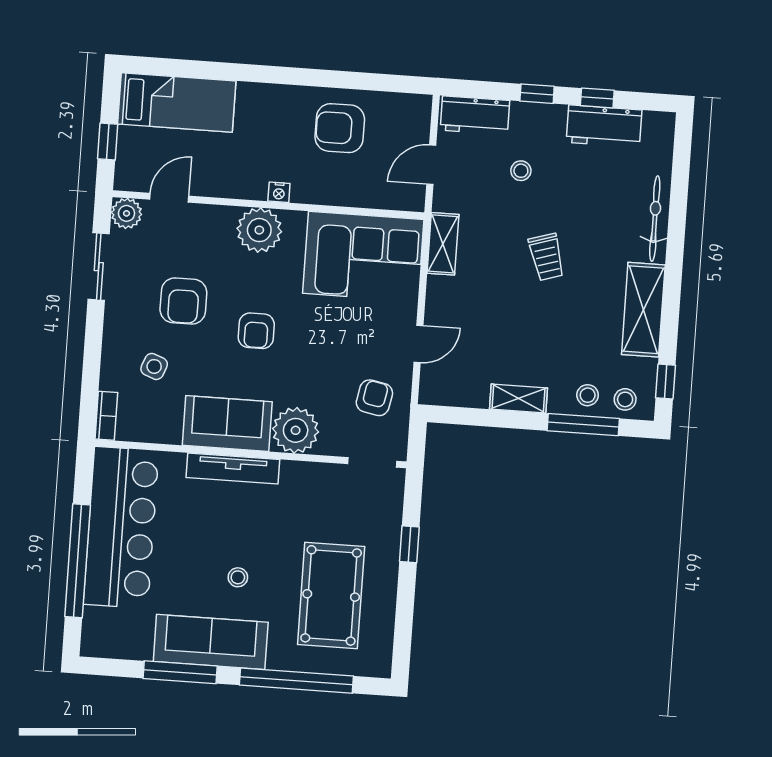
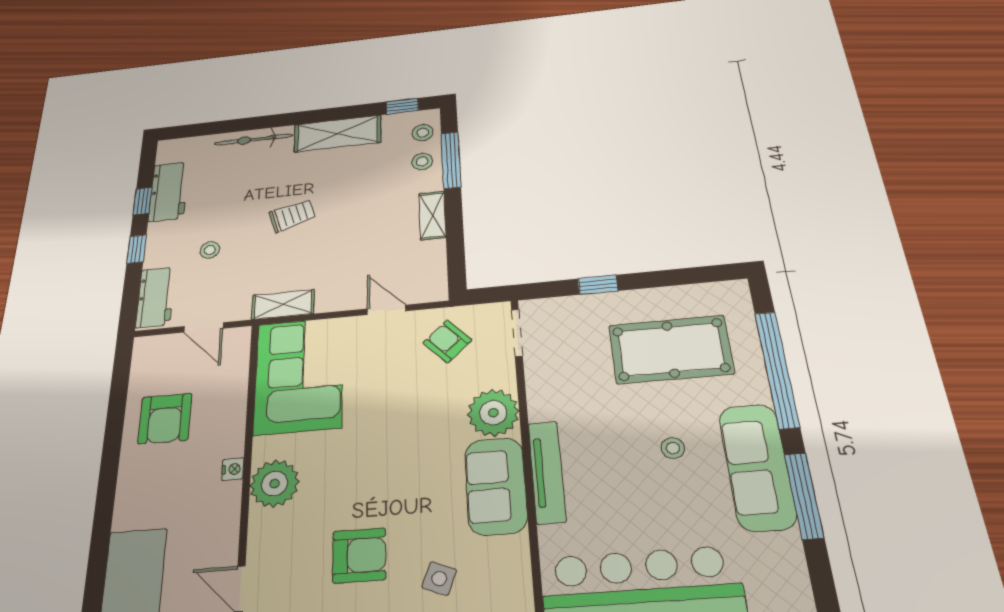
armchair: (256, 331) -> (387, 470), removed
armchair: (374, 398) -> (447, 341), turned 36

